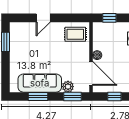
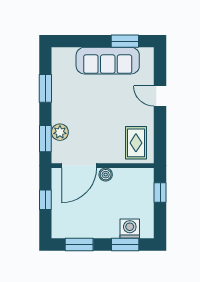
sofa: (40, 83) -> (108, 61), moved, turned 90

